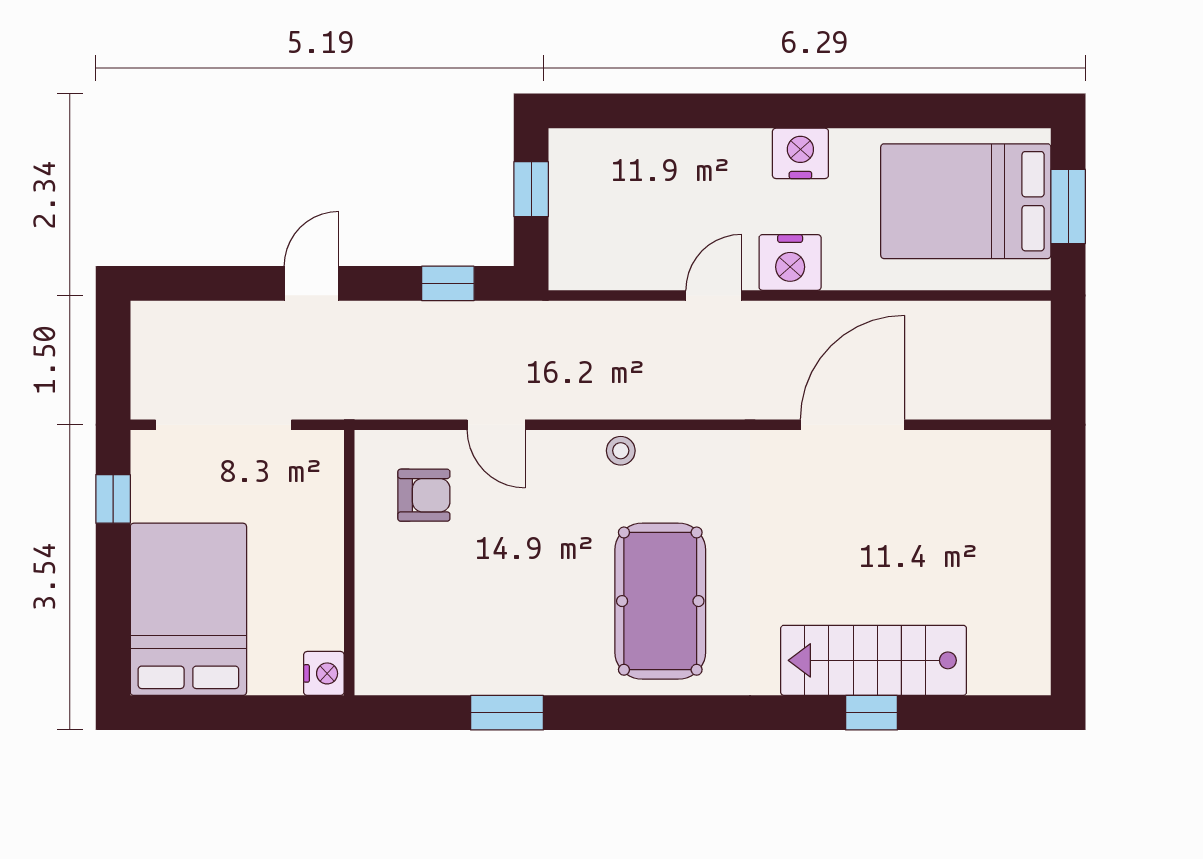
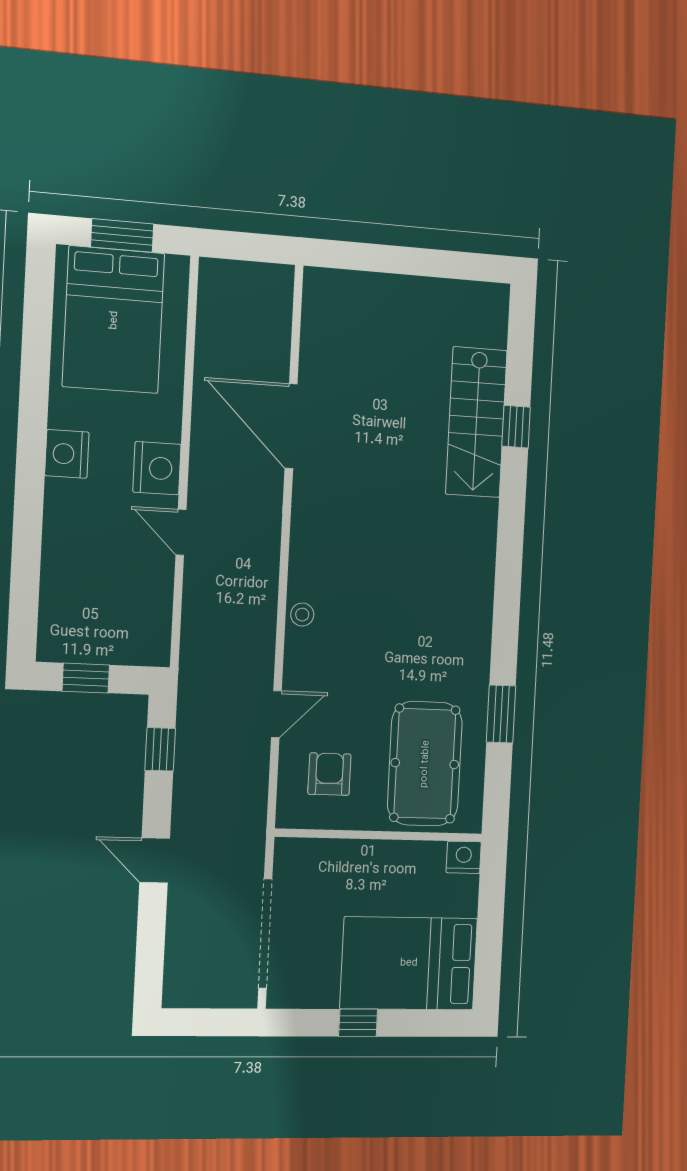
window: (113, 499) -> (358, 1023), moved
pool table: (660, 601) -> (425, 764), moved, turned 90

